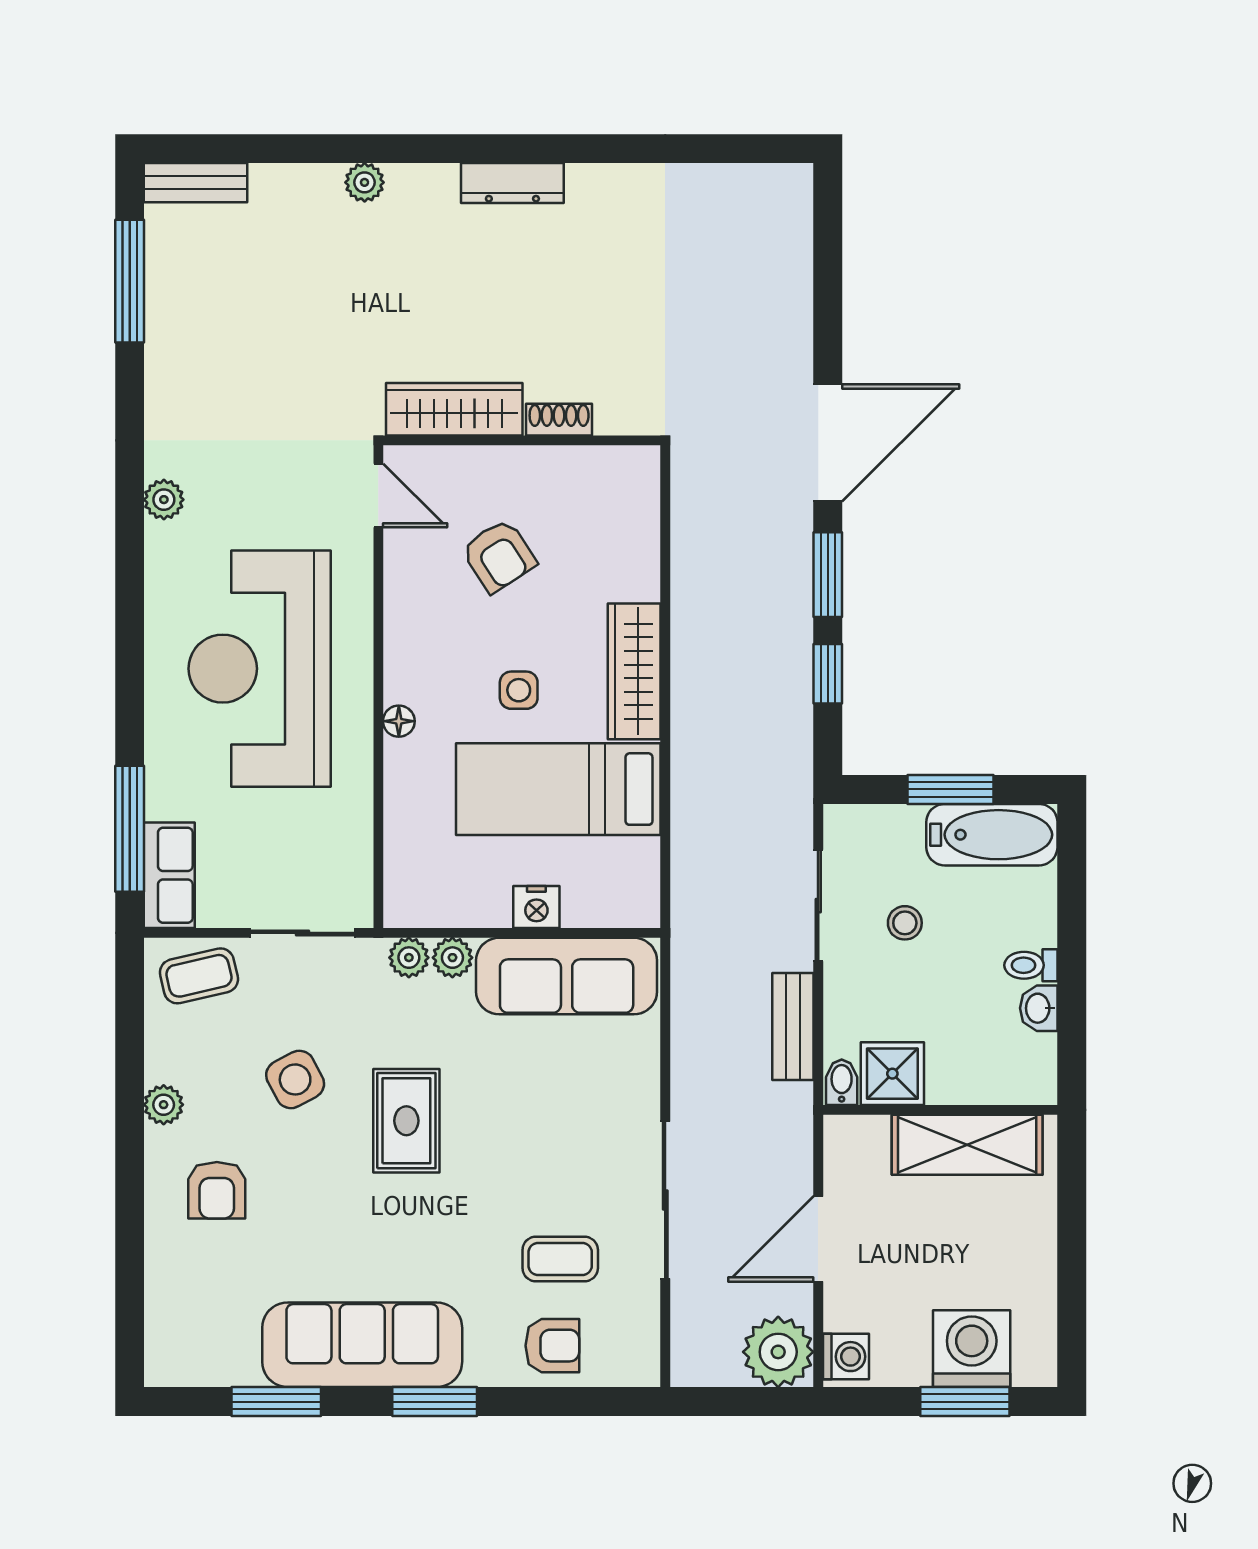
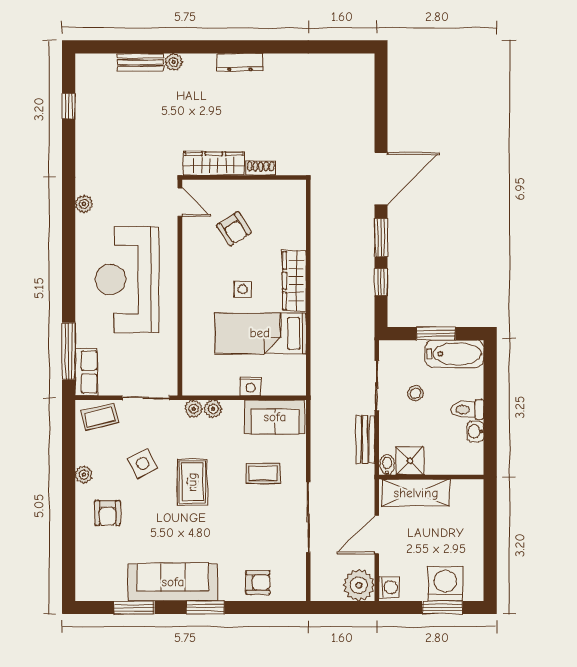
bench: (196, 183) -> (140, 62), moved
window: (130, 281) -> (69, 106), width x0.46
floor lamp: (399, 721) -> (189, 303), removed
toilet: (1031, 965) -> (467, 410), width x1.37, depth x1.39
sofa: (567, 976) -> (275, 417), width x0.73
shelving: (967, 1145) -> (416, 493), moved
coffee table: (560, 1259) -> (263, 473), moved

